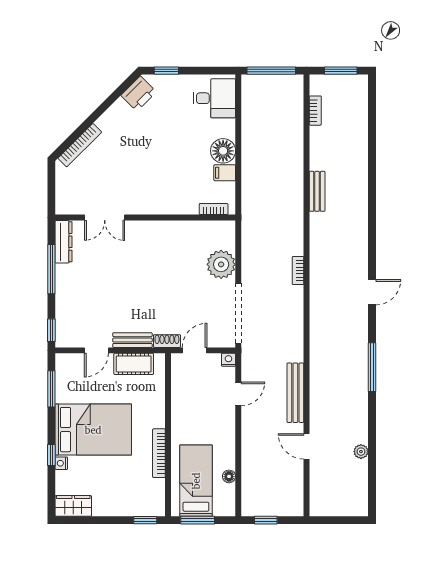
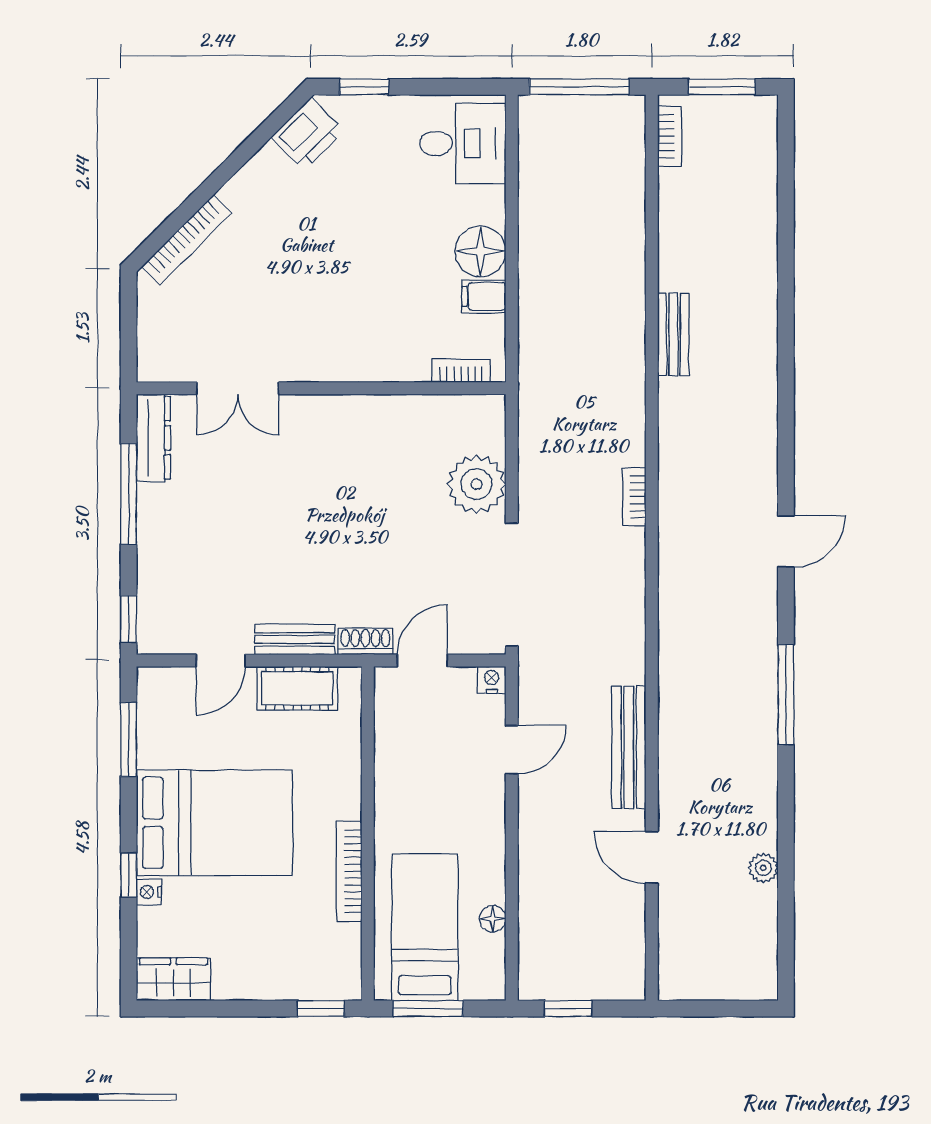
bookcase: (315, 111) -> (670, 136), moved

